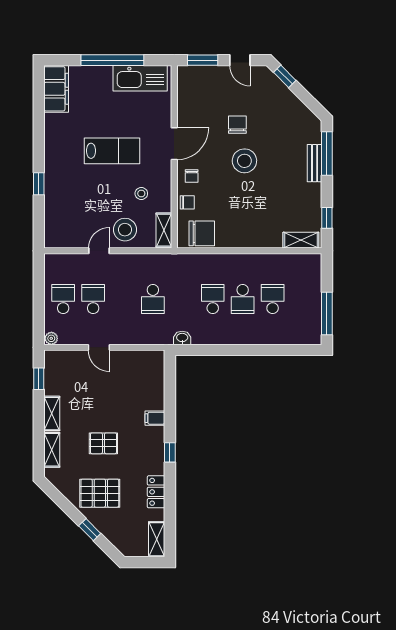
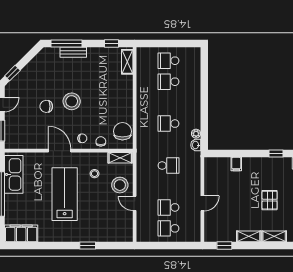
lab bench: (112, 151) -> (65, 194), width x1.36, depth x1.39
school desk: (243, 299) -> (168, 61), moved, turned 180
window: (327, 314) -> (179, 44), removed
plant: (51, 338) -> (196, 134), moved
filing cabinet: (155, 418) -> (236, 164), moved

